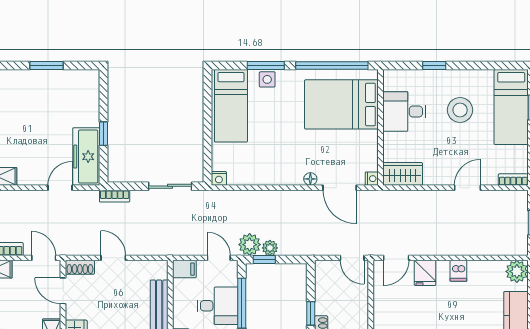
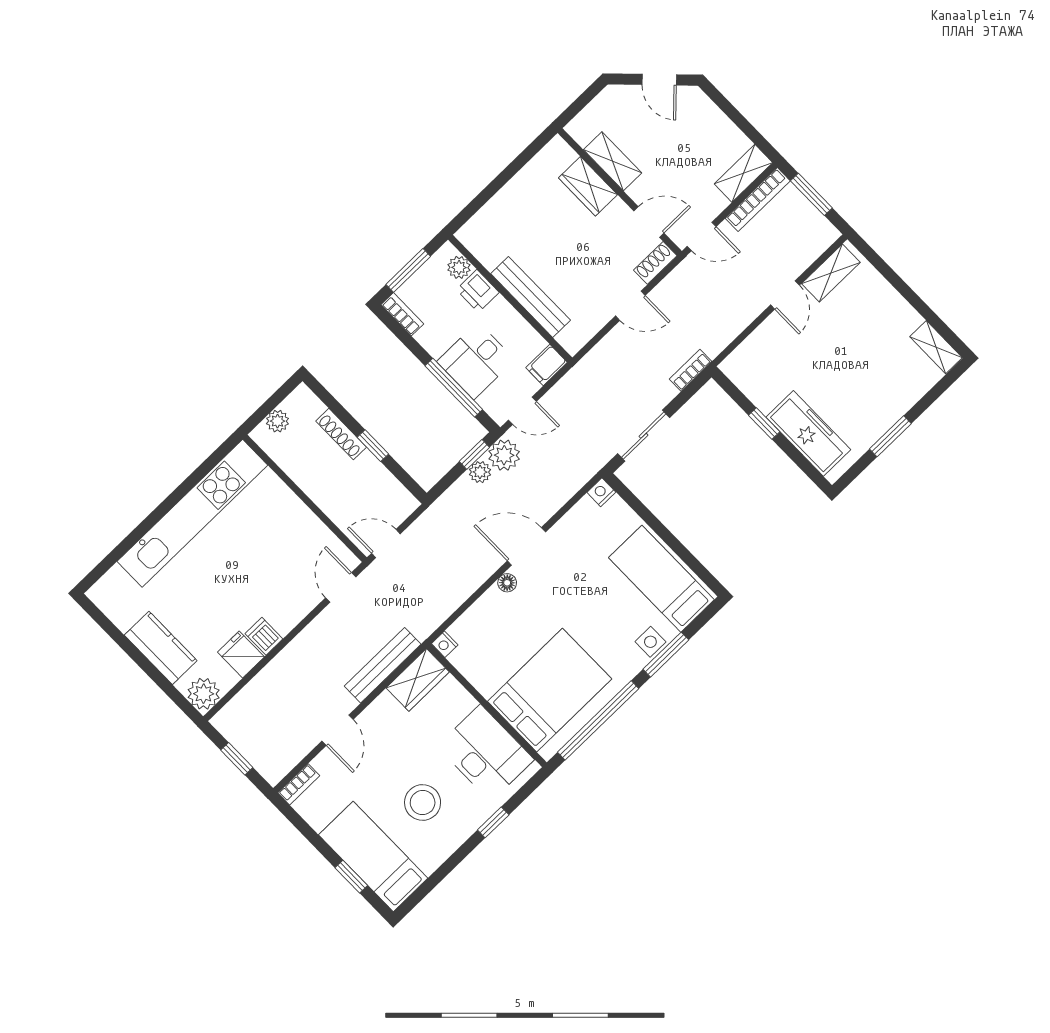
desk: (404, 111) -> (486, 753), width x1.37
freezer: (86, 157) -> (808, 433), moved
door: (60, 188) -> (785, 295), moved
door: (340, 188) -> (526, 546), moved
bench: (413, 198) -> (383, 665), added
fridge: (425, 273) -> (241, 654), moved

